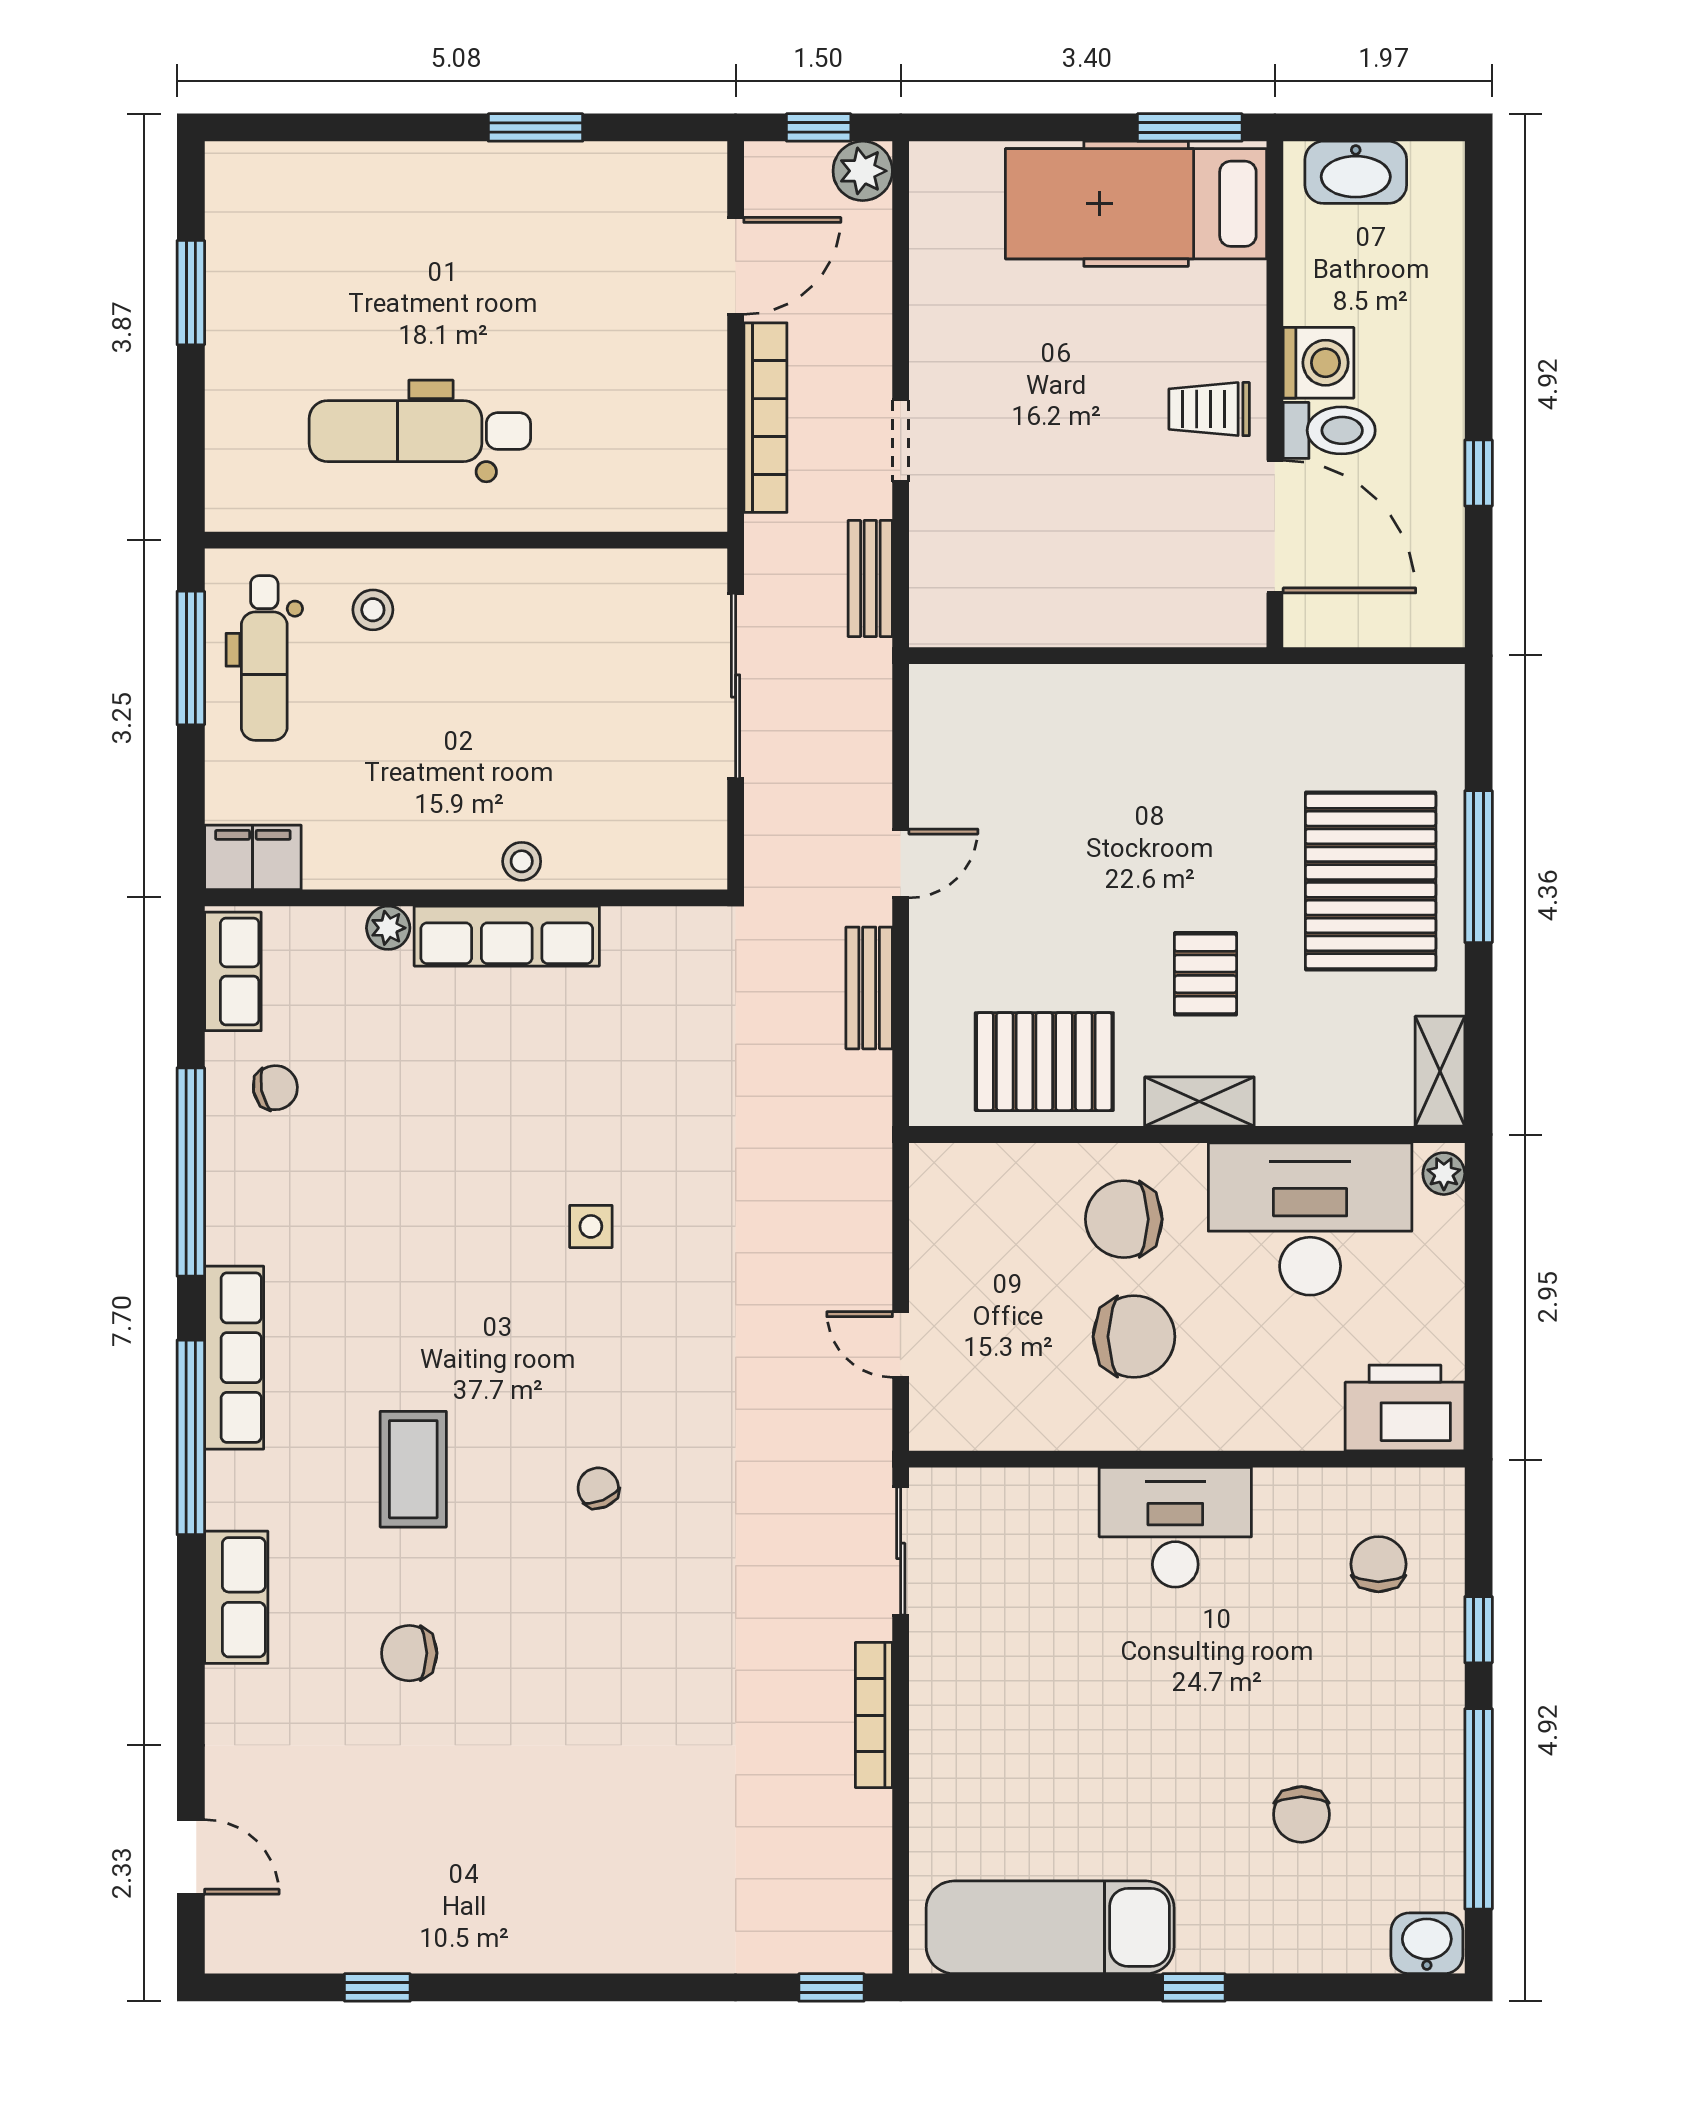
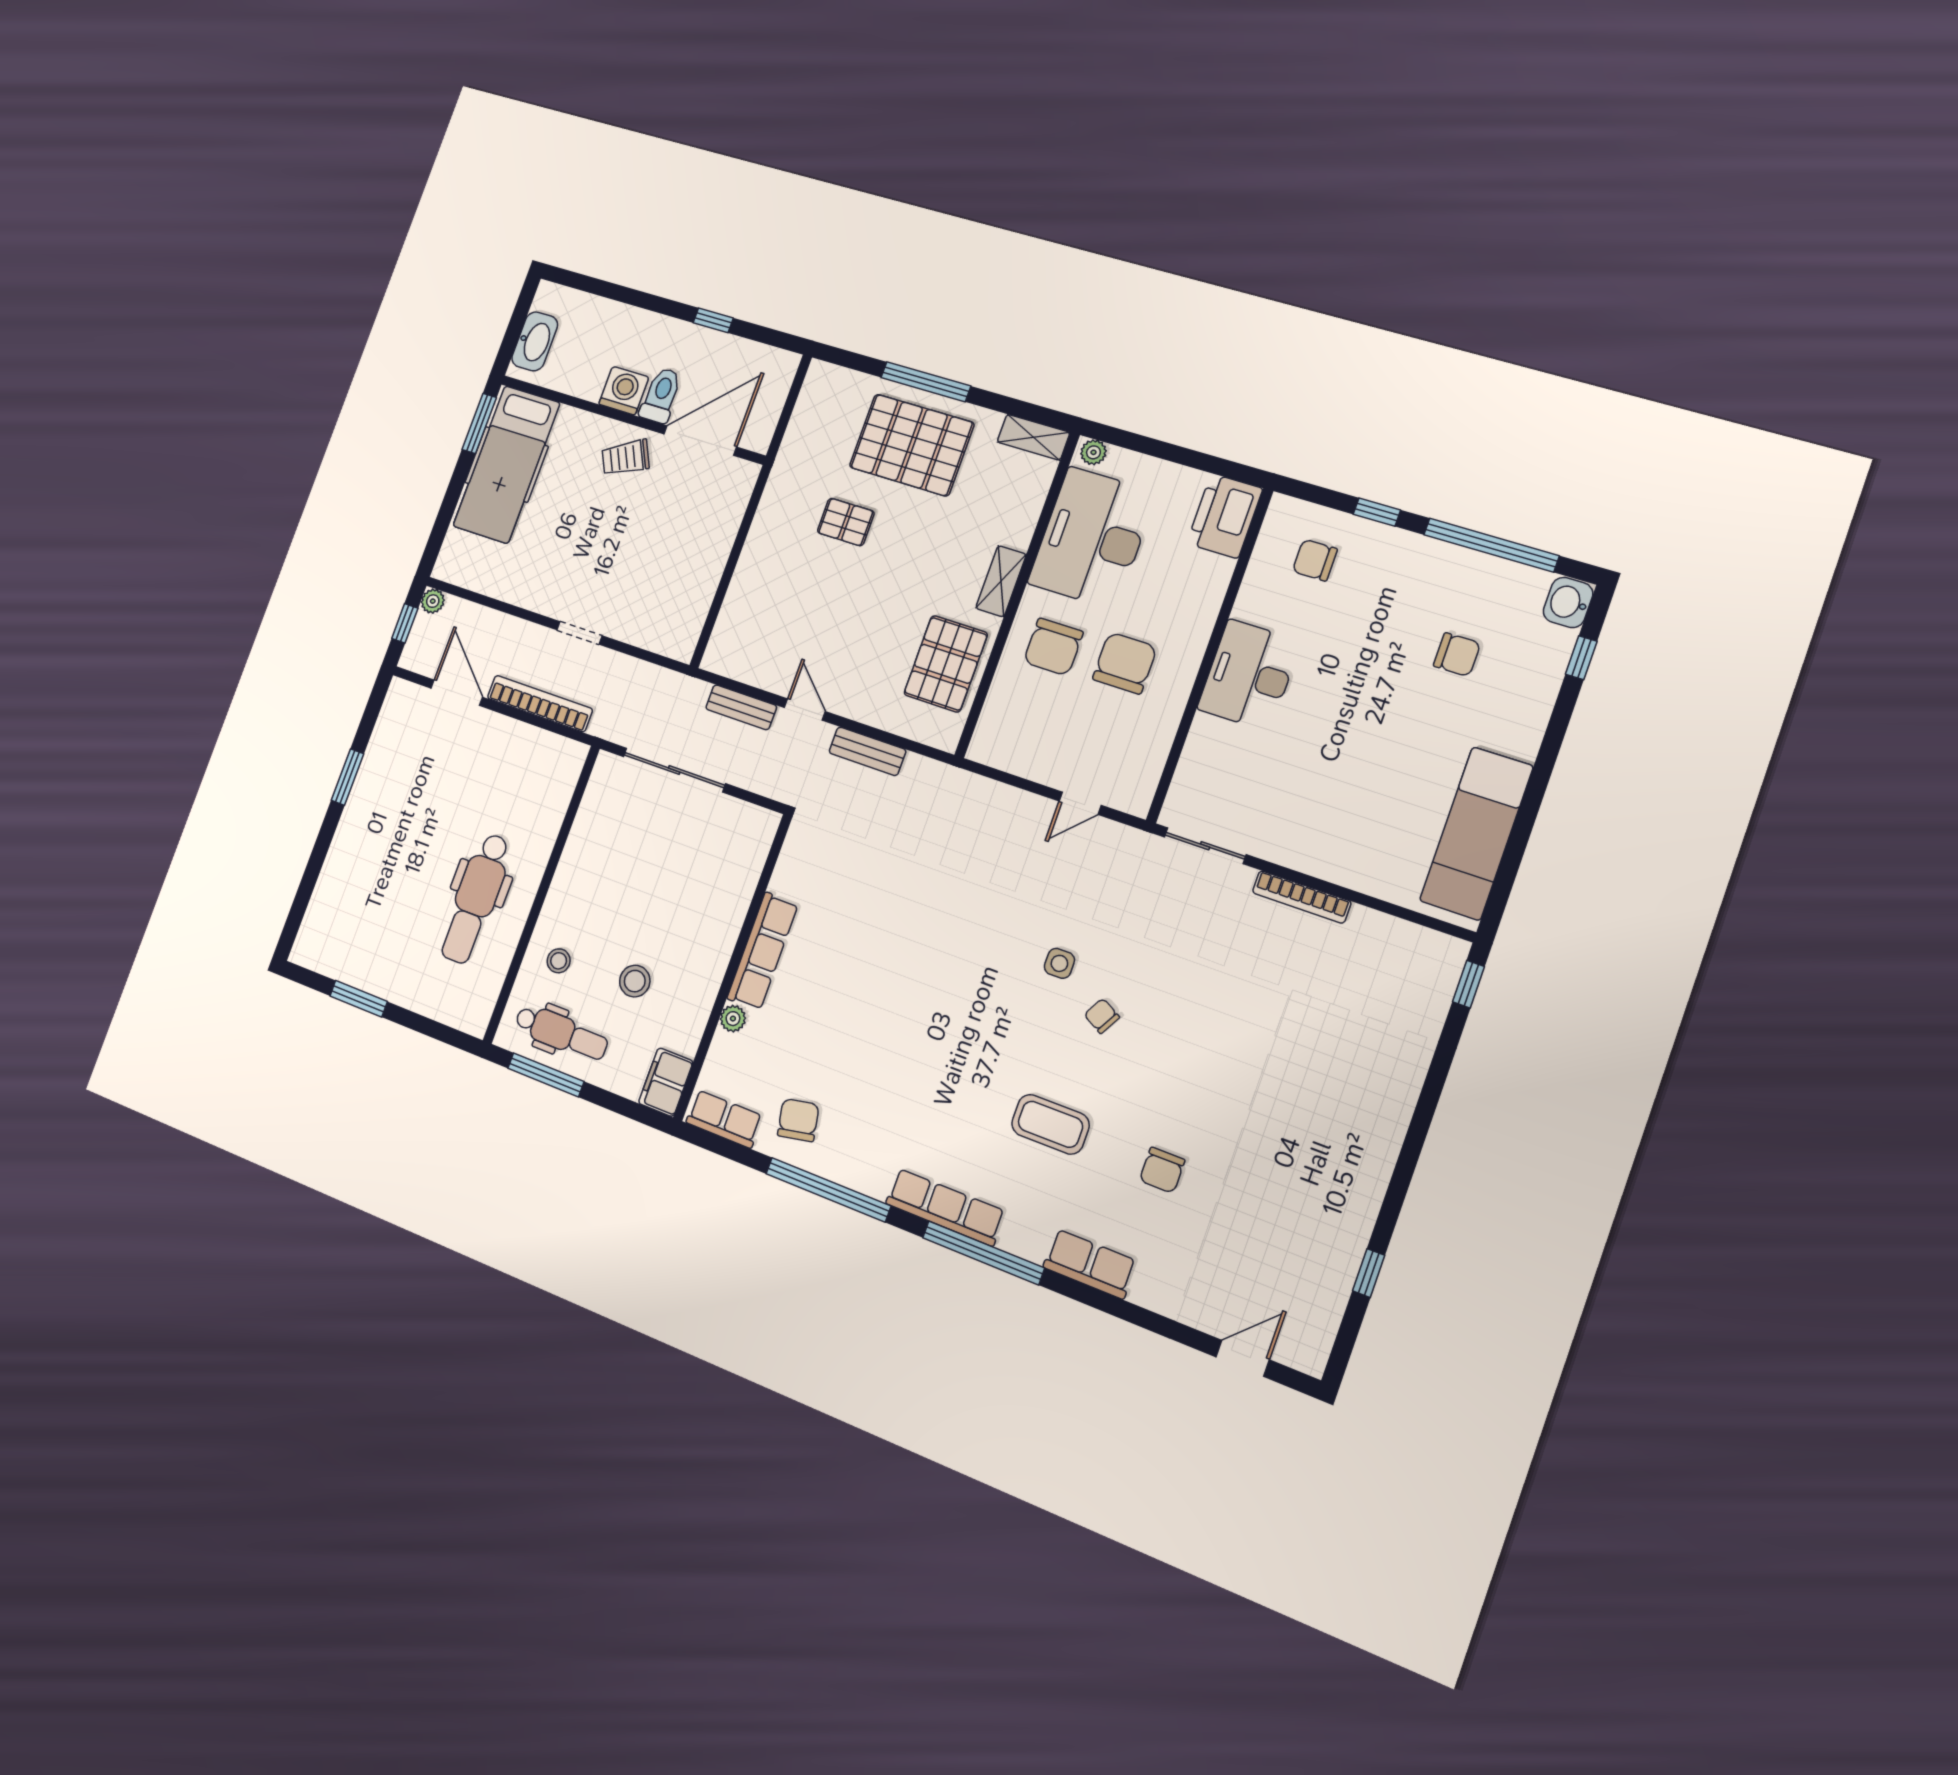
plant: (863, 171) -> (433, 601), width x0.73, depth x0.73
trolley: (1209, 409) -> (626, 458), turned 63
bench: (870, 578) -> (741, 707), moved
stool: (522, 861) -> (635, 981), moved, width x1.37, depth x1.37
pallet: (1205, 974) -> (846, 522), moved
chair: (275, 1088) -> (798, 1120), width x1.37, depth x1.37
side table: (591, 1226) -> (1059, 963), moved
chair: (598, 1488) -> (1102, 1016), turned 52
window: (1194, 1987) -> (1581, 658), moved

